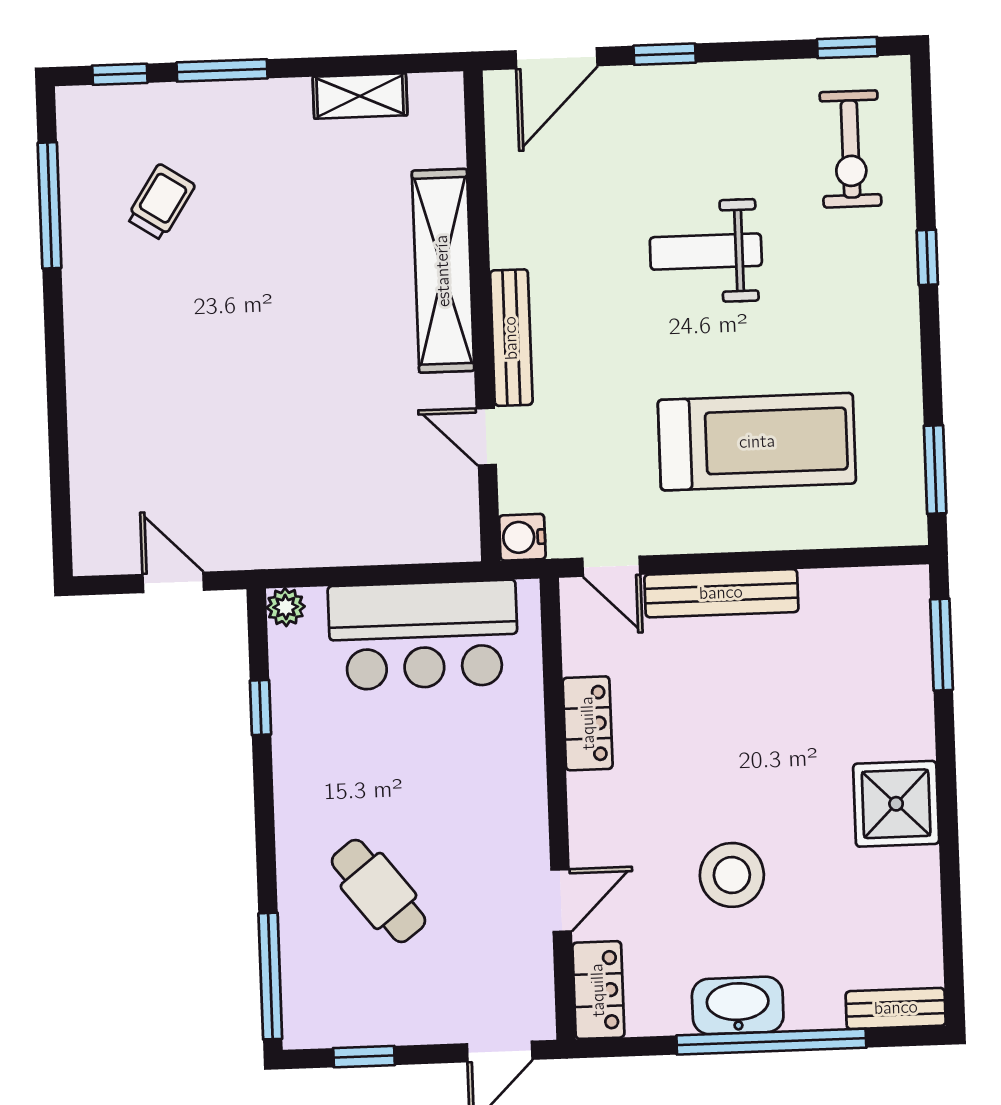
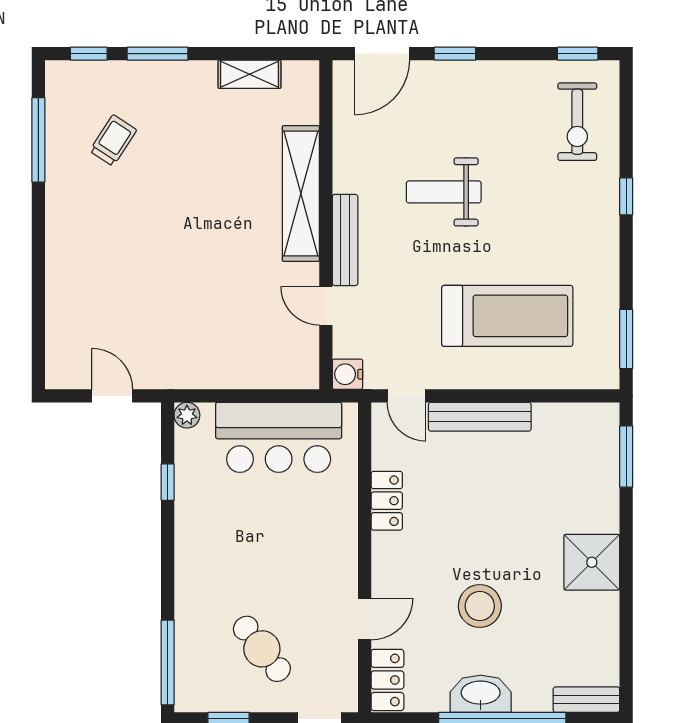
weight bench: (706, 252) -> (444, 192), moved
cafe table: (378, 891) -> (262, 649), moved

